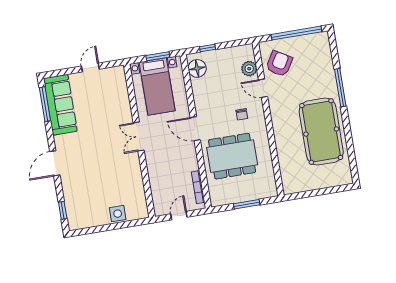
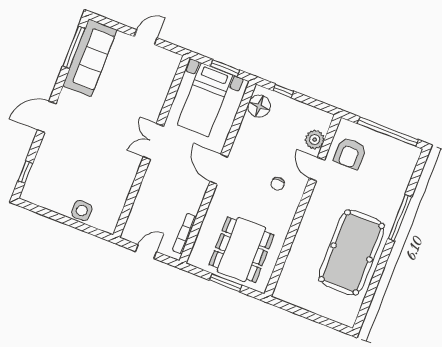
armchair: (279, 64) -> (350, 153), turned 149
dining table: (232, 156) -> (241, 250), moved, turned 90

